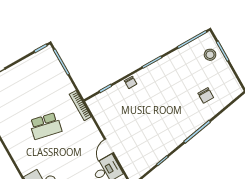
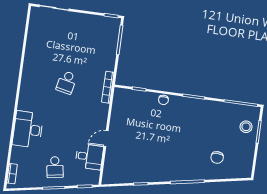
school desk: (45, 126) -> (67, 82), width x0.54

